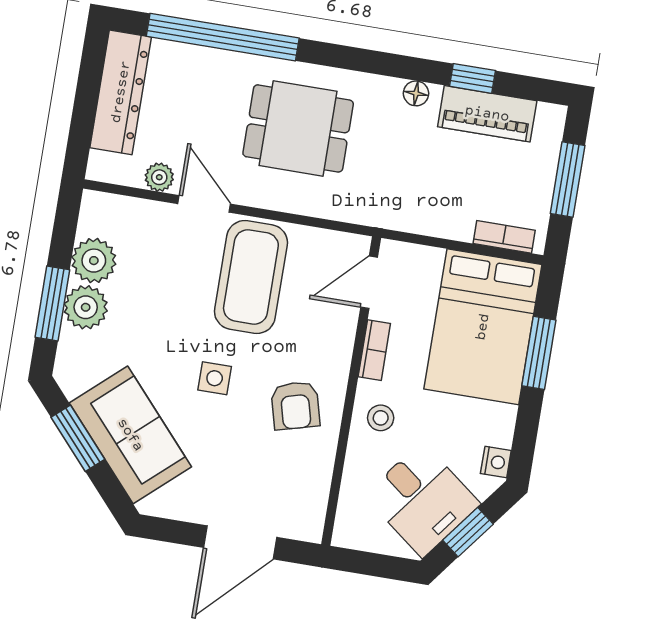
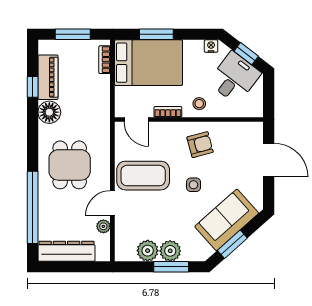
floor lamp: (416, 93) -> (49, 112), width x1.89, depth x1.89

